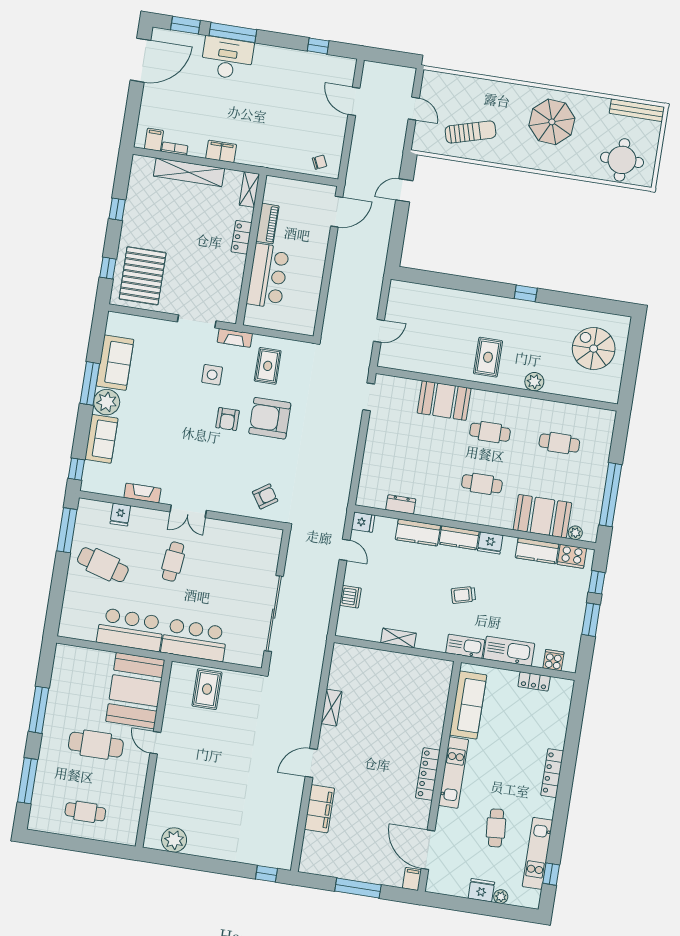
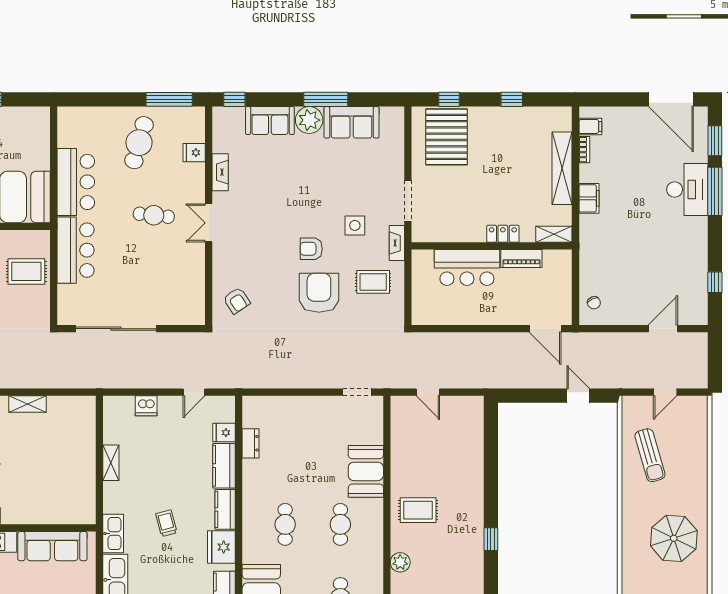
pallet: (143, 276) -> (447, 137), turned 90
fridge: (363, 522) -> (224, 433), moved, turned 90
fridge: (490, 543) -> (221, 547), width x1.36, depth x1.34

